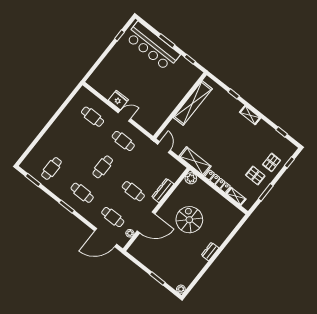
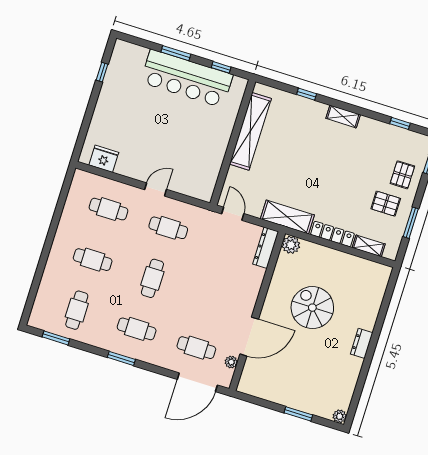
bar counter: (152, 46) -> (187, 78), moved
fridge: (118, 100) -> (104, 159), moved
dresser: (163, 190) -> (266, 248), moved
cafe table: (133, 191) -> (93, 260), moved

